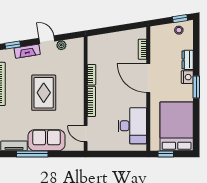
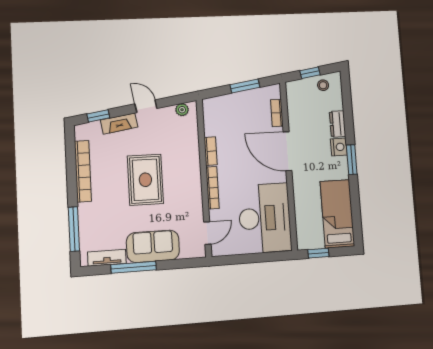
window: (180, 19) -> (310, 73), moved
window: (120, 28) -> (245, 86), added
plant: (61, 45) -> (182, 110), moved
desk: (132, 126) -> (265, 218), width x1.36, depth x1.30
bed: (177, 126) -> (337, 214), width x0.67
door: (86, 134) -> (207, 233), swing flipped

